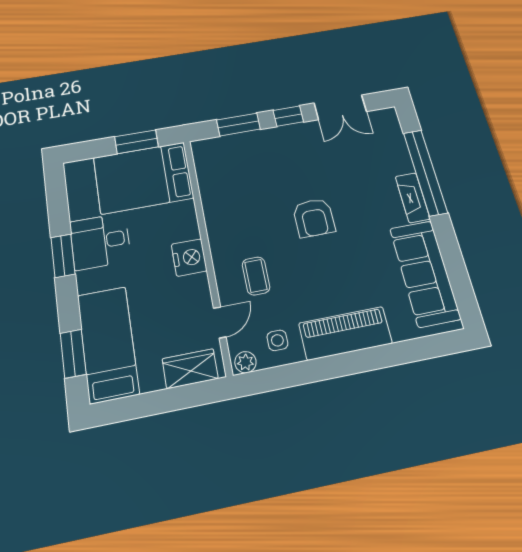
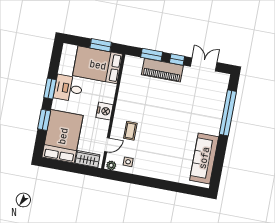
double door: (340, 107) -> (204, 64), swing flipped
fireplace: (413, 198) -> (216, 123), removed
armchair: (314, 218) -> (167, 114), removed
piano: (345, 333) -> (162, 70), moved, turned 180
bed: (108, 344) -> (63, 136), width x1.50
window: (73, 354) -> (44, 120), moved

